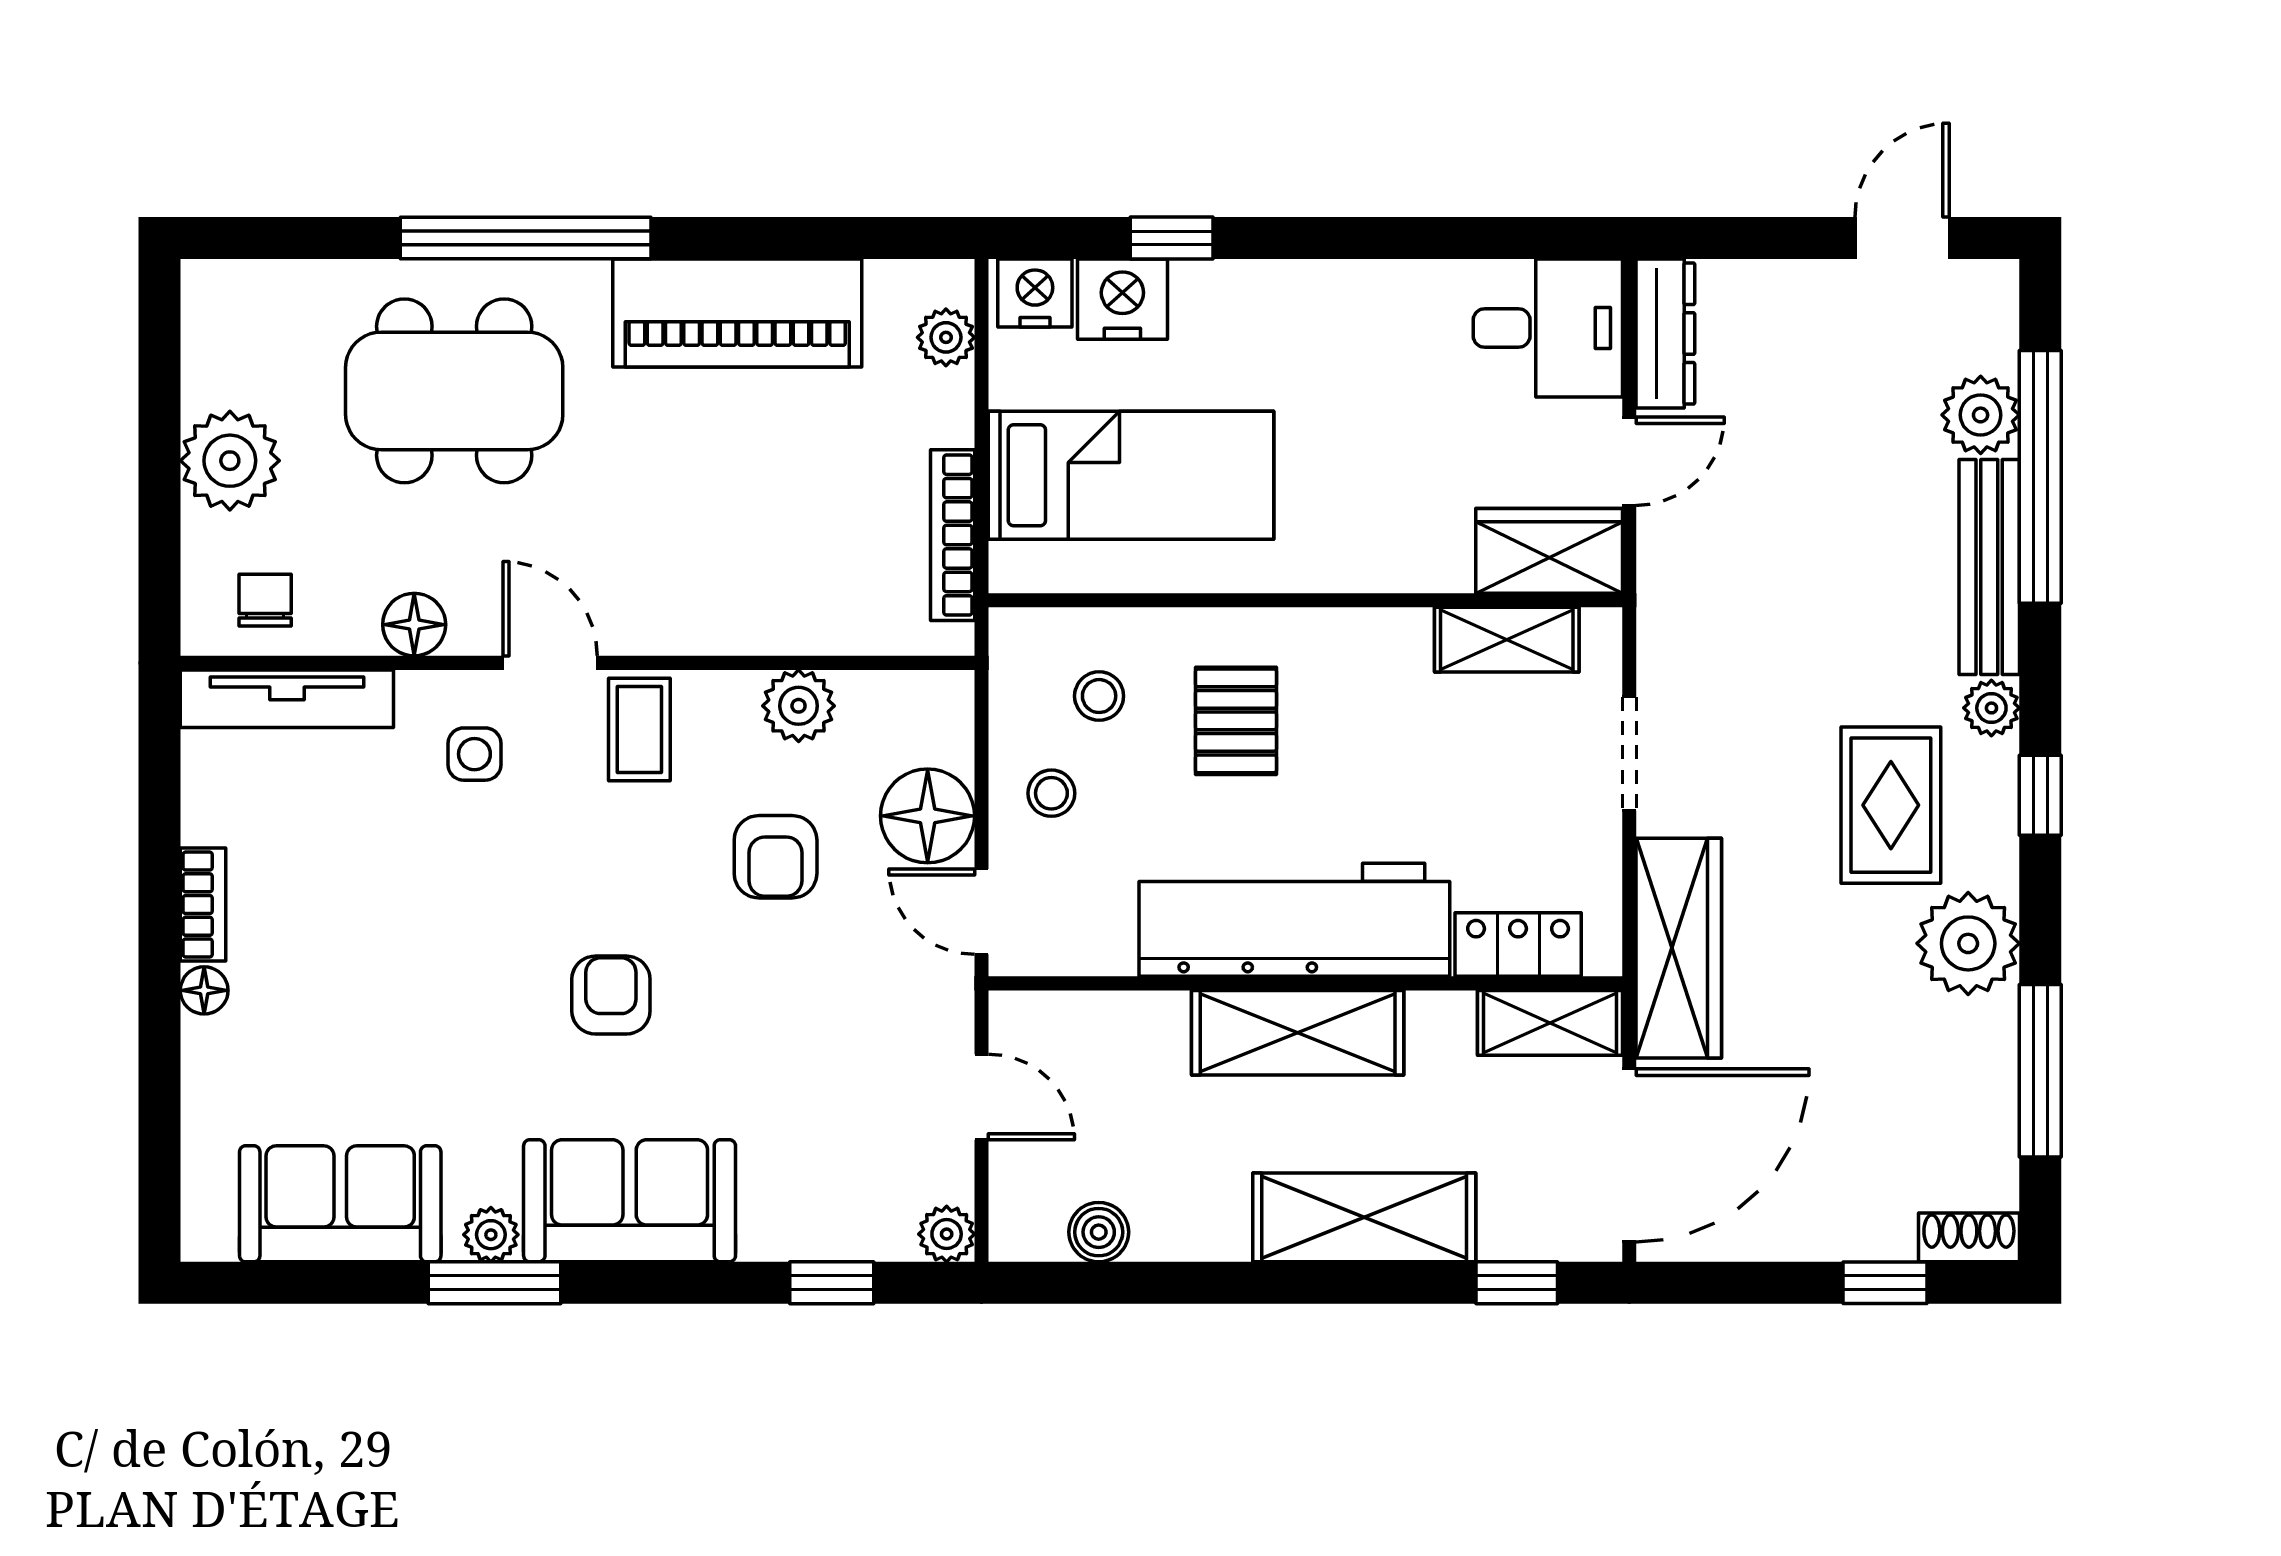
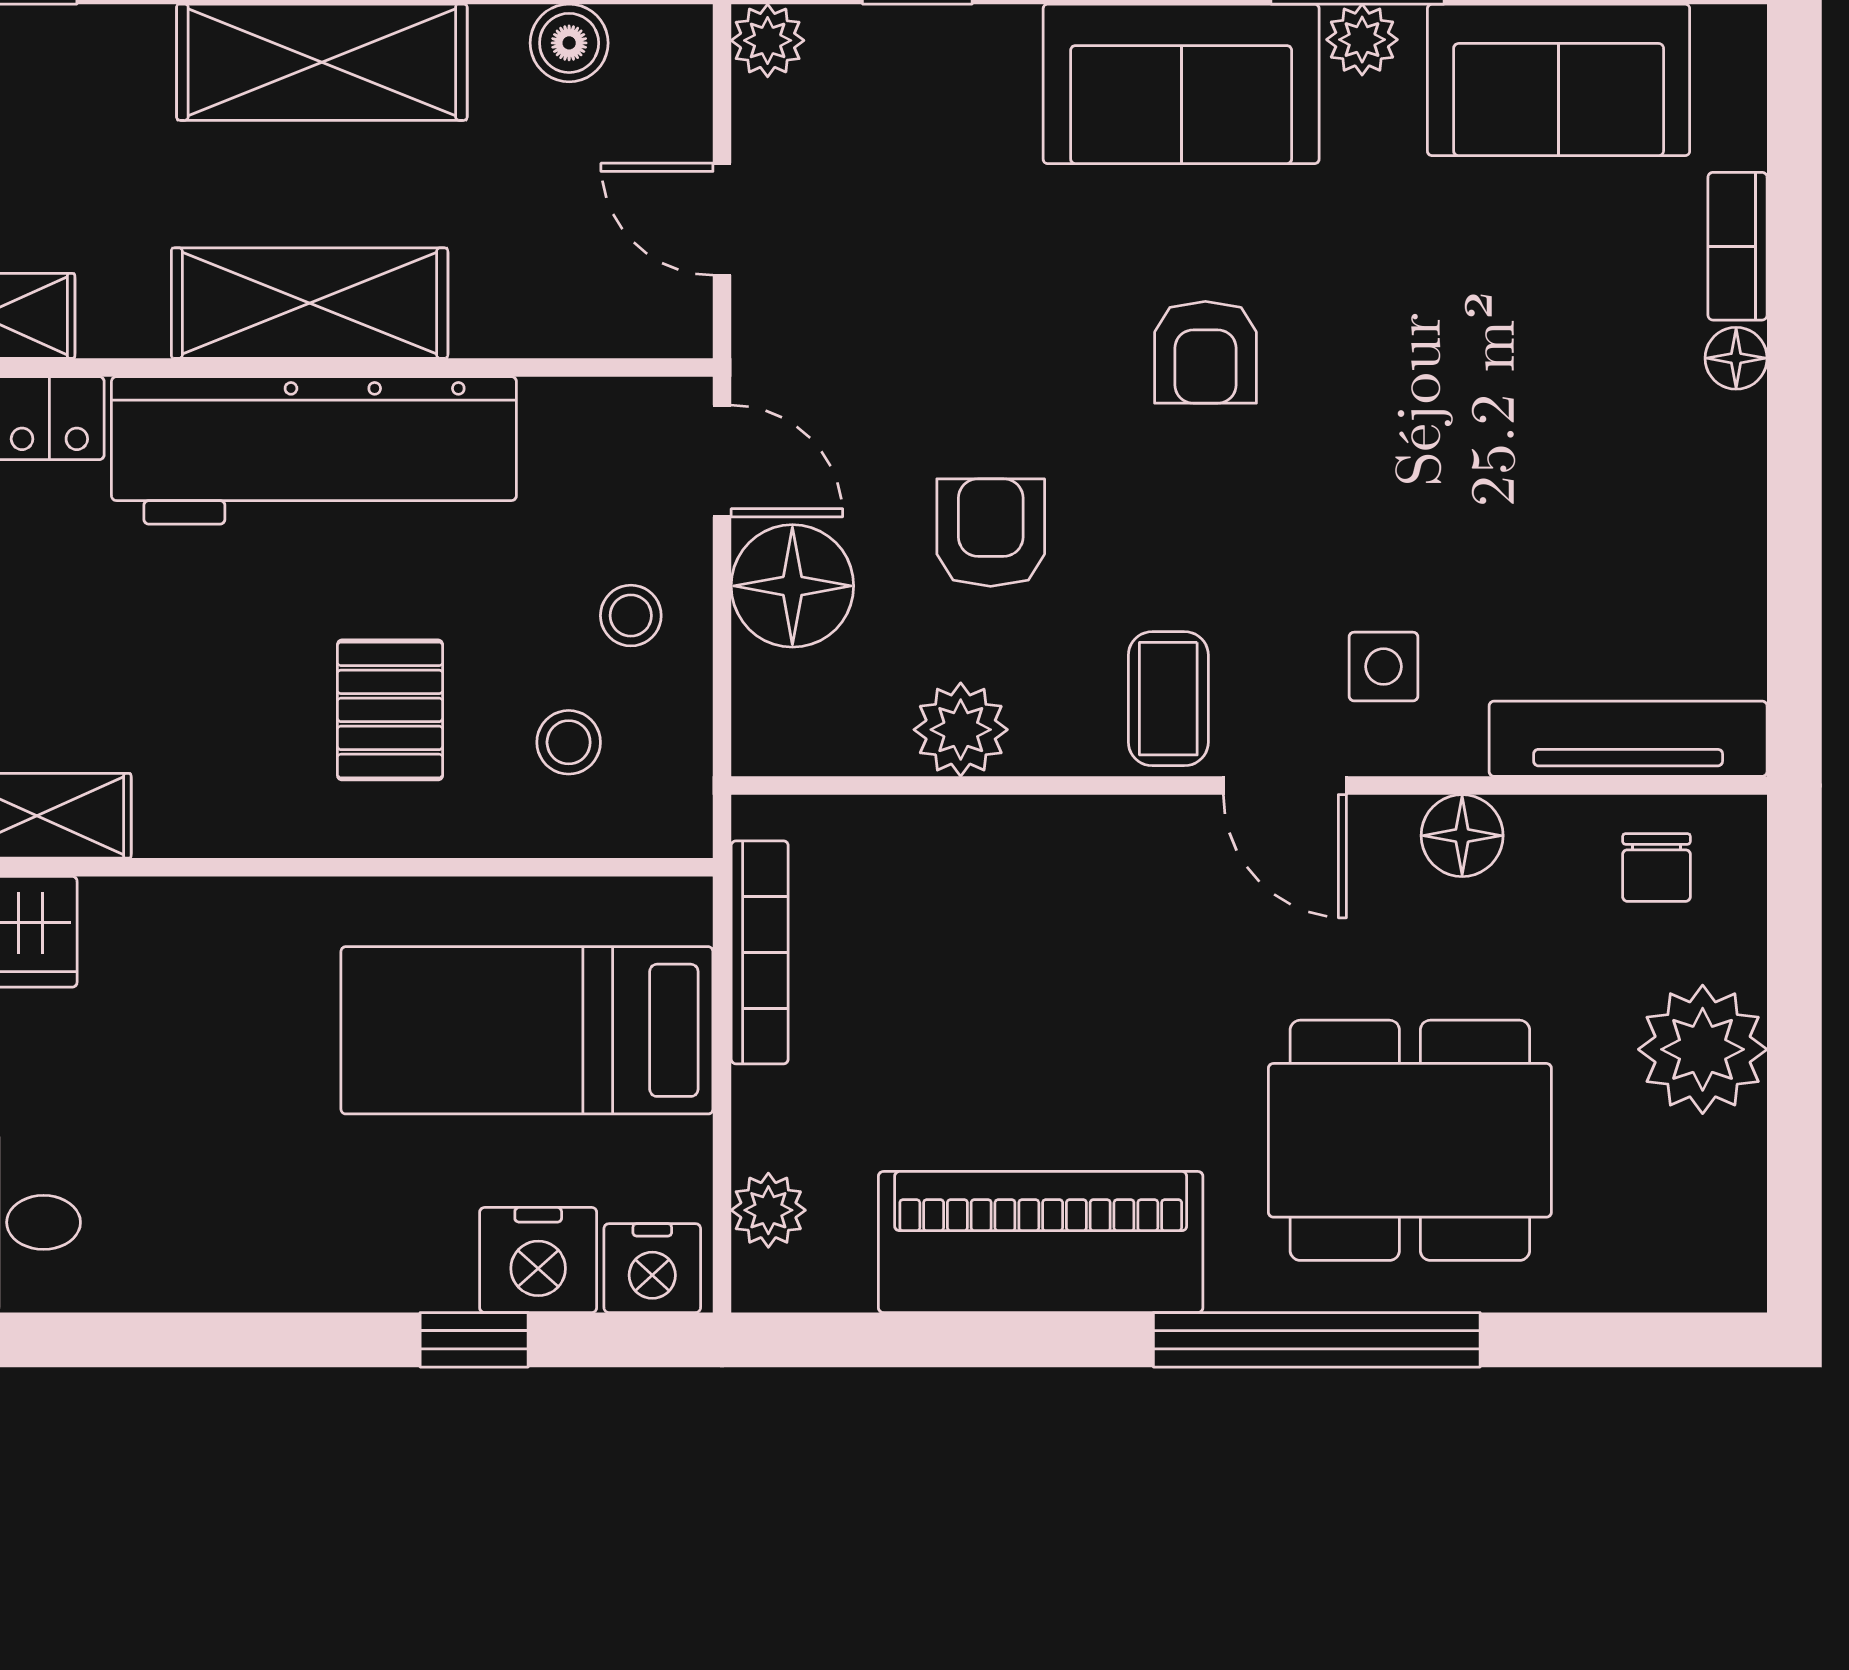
bookcase: (203, 905) -> (1738, 246), moved
shelving: (1364, 1217) -> (322, 62), moved

